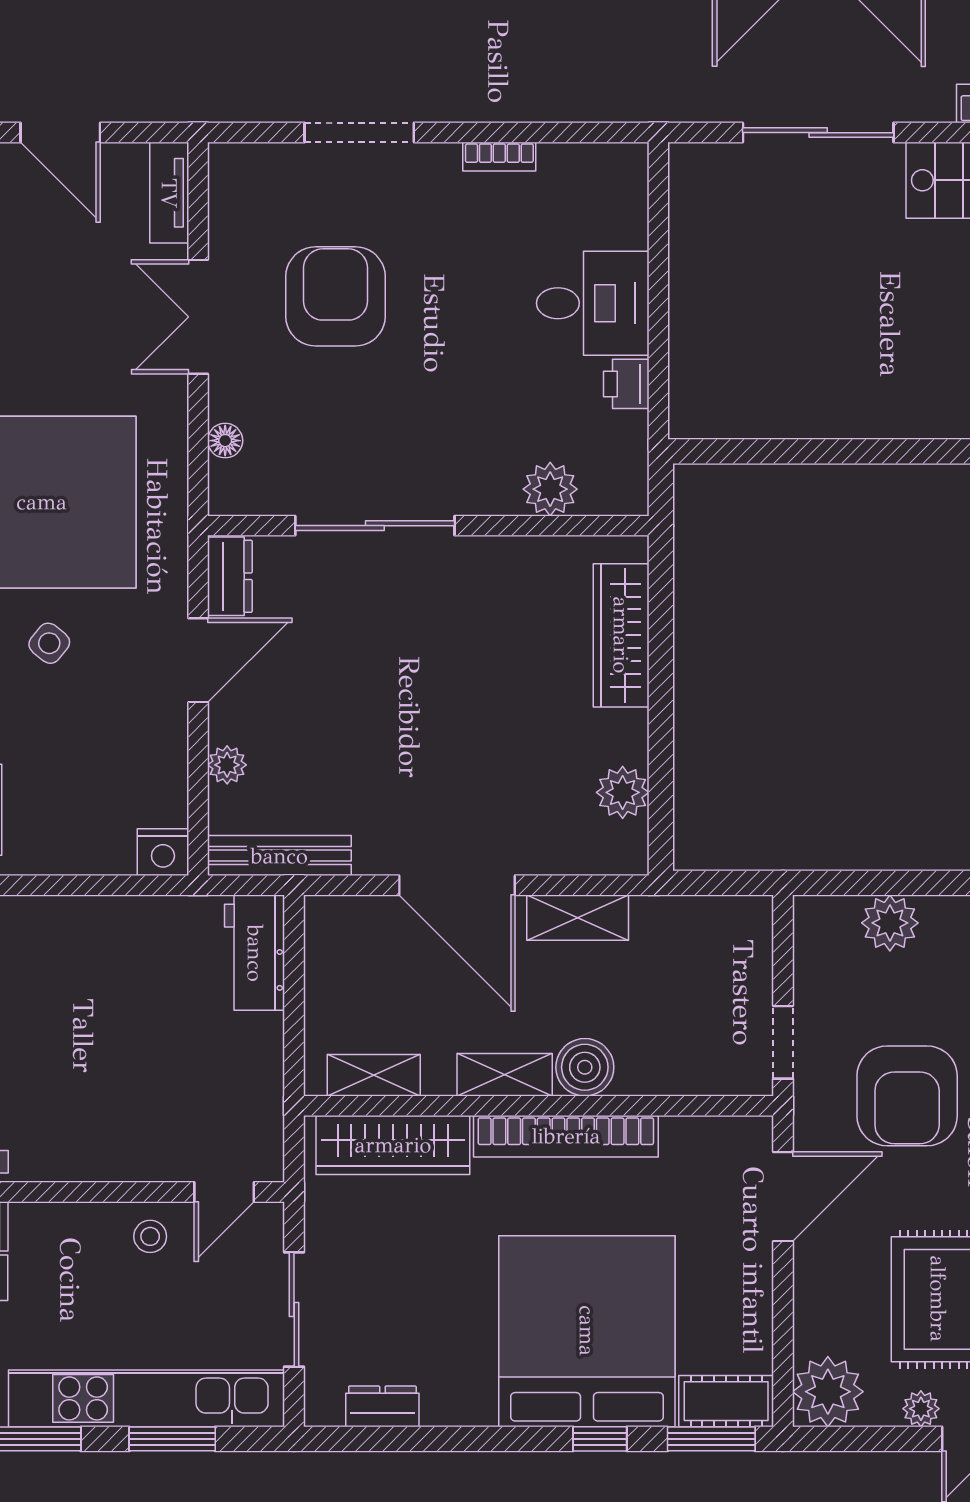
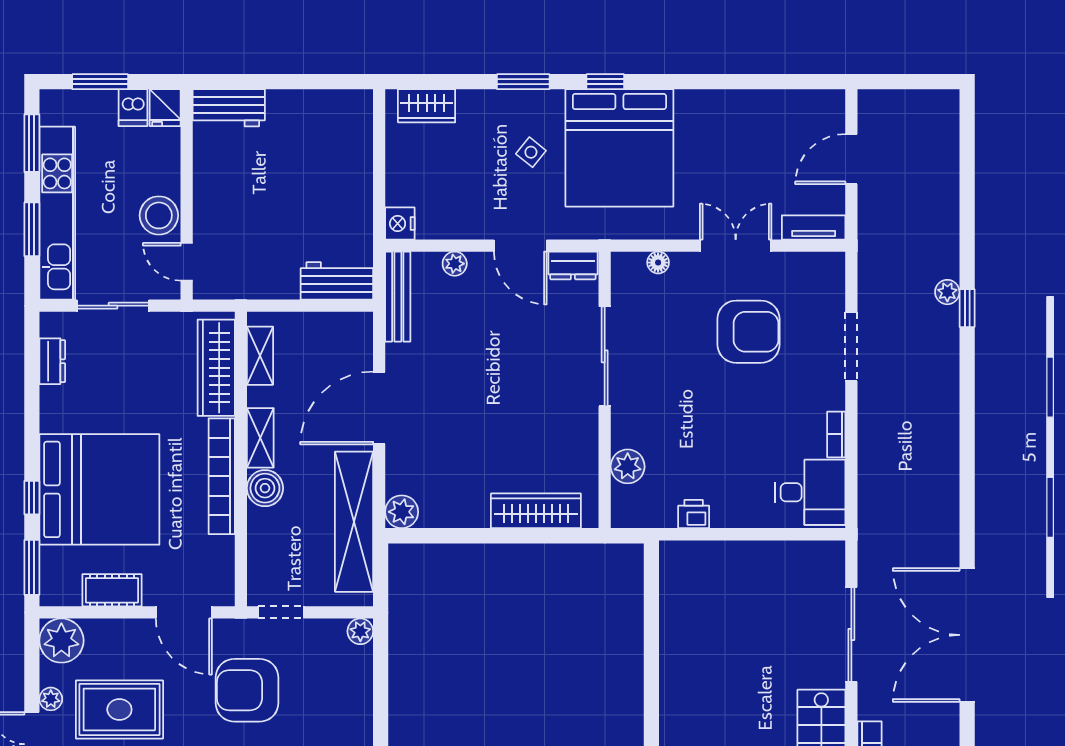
desk: (593, 303) -> (810, 492), moved, turned -90
plant: (623, 792) -> (402, 512), moved
shelving: (578, 918) -> (354, 522), width x2.20, depth x1.33
plant: (890, 923) -> (360, 631), moved, width x0.73, depth x0.73
stool: (150, 1236) -> (159, 215), width x1.89, depth x1.89
cot: (726, 1401) -> (112, 590), moved, turned 90

